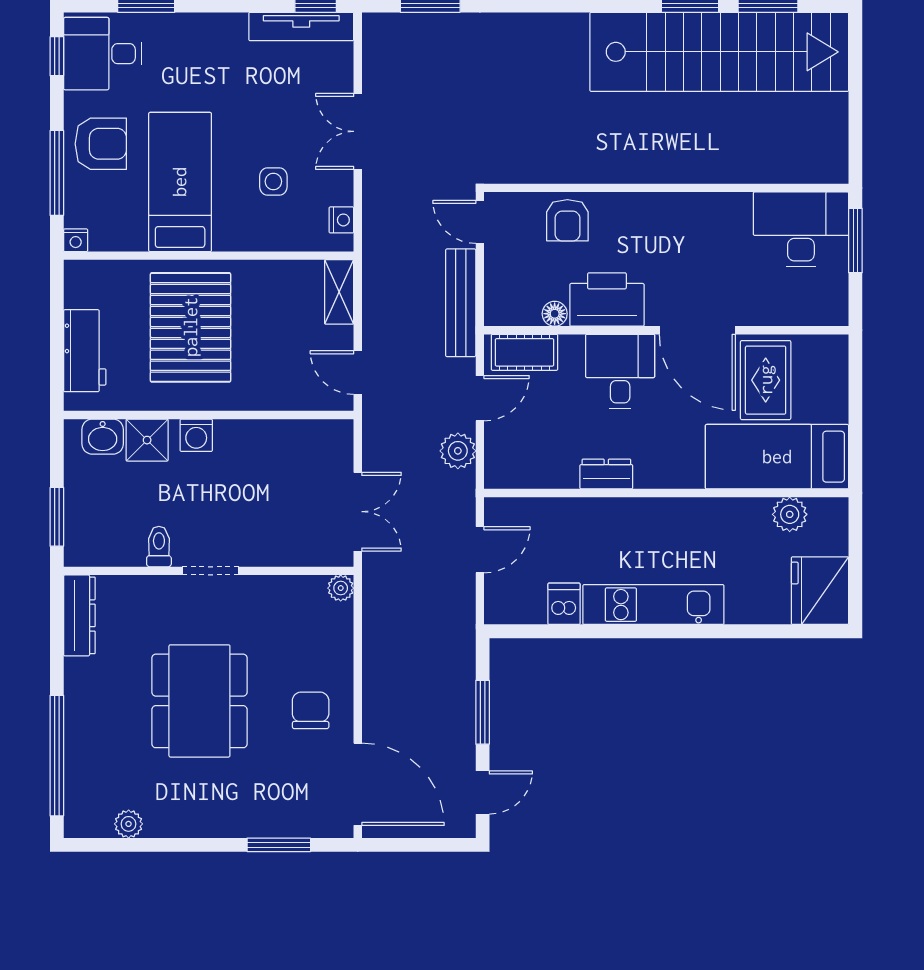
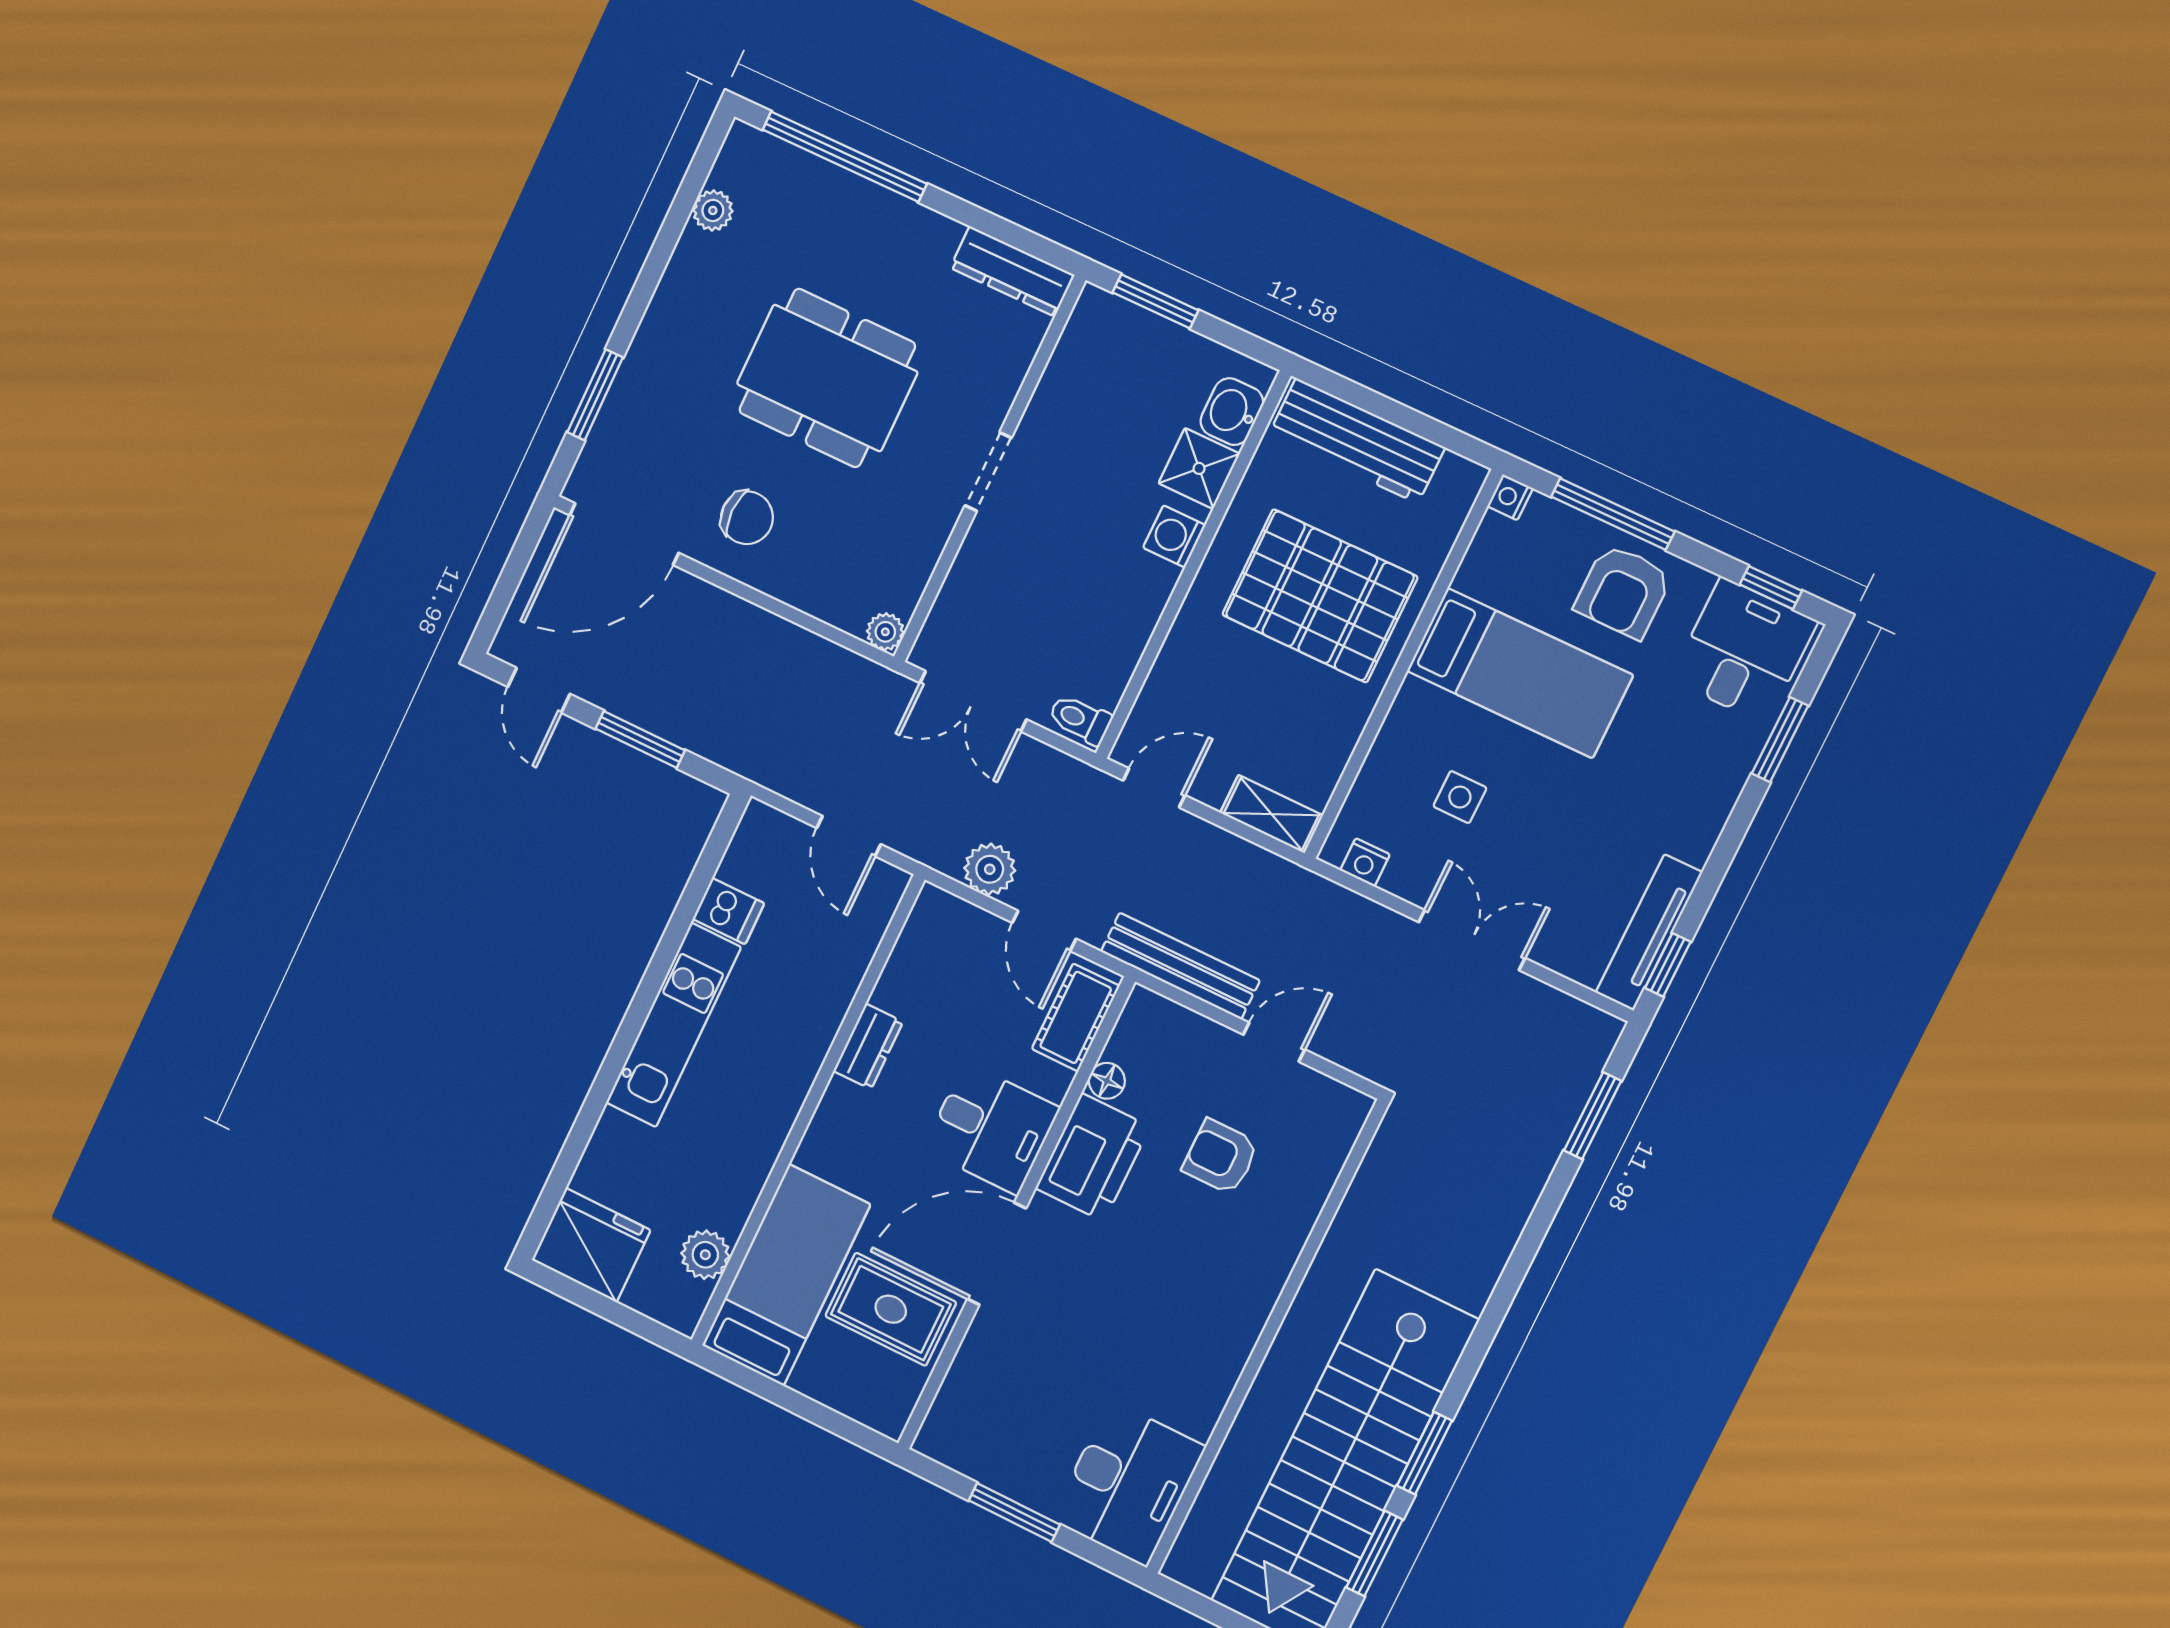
wall: (666, 188) -> (1267, 1338), moved
desk: (801, 229) -> (1128, 1483), moved
workbench: (85, 351) -> (1357, 441), width x1.38
toilet: (159, 547) -> (1080, 719), moved, turned 180

